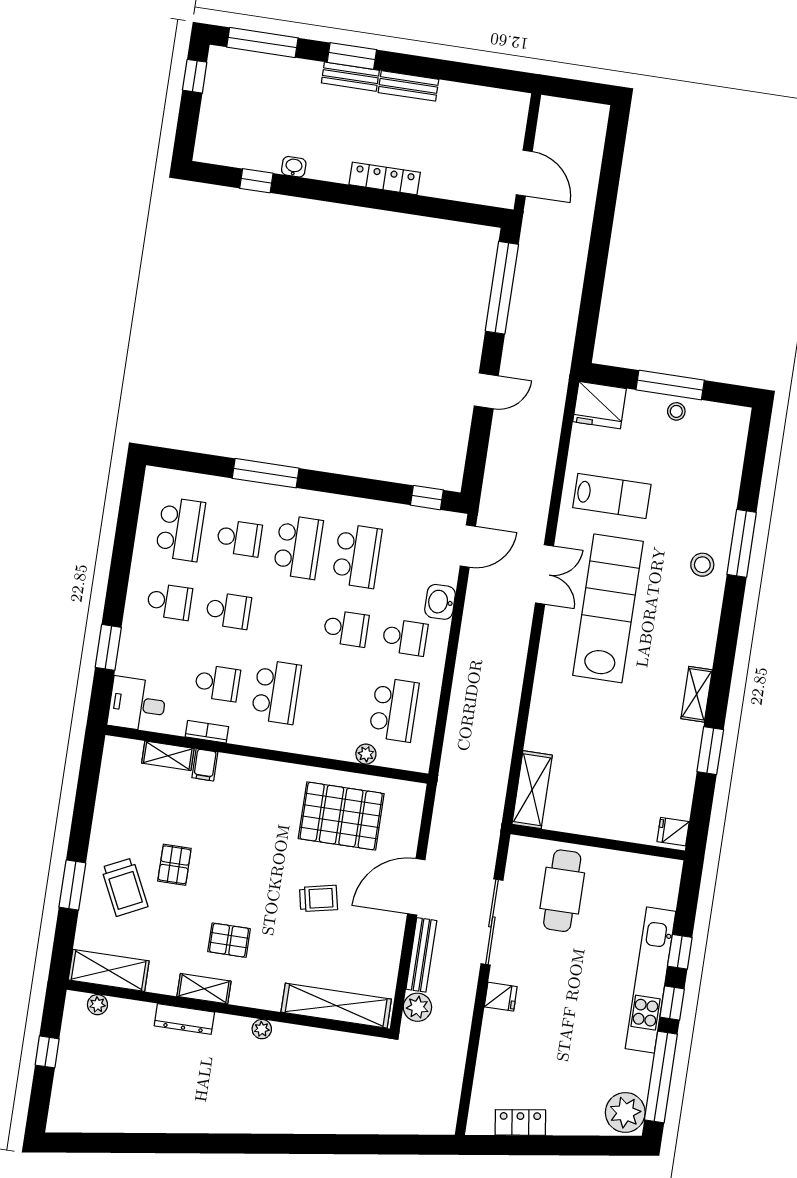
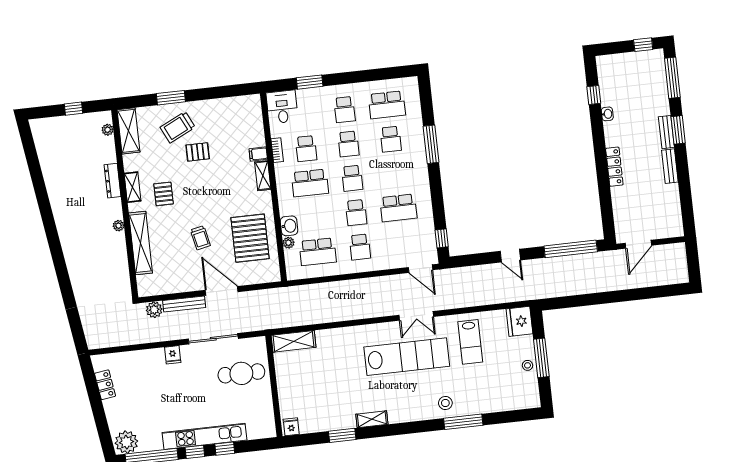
school desk: (298, 547) -> (352, 178), moved, width x0.54
washbasin: (440, 602) -> (289, 226), moved, turned 90
shelving: (168, 756) -> (263, 176), moved
shelving: (336, 1006) -> (141, 243), moved

